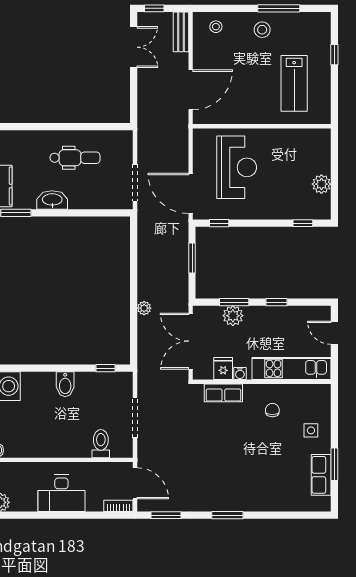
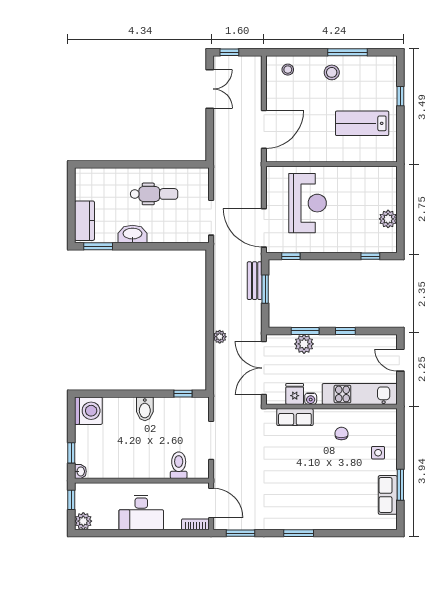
bench: (181, 32) -> (255, 281), moved
lab bench: (294, 83) -> (362, 123), turned 90

